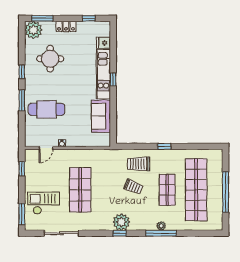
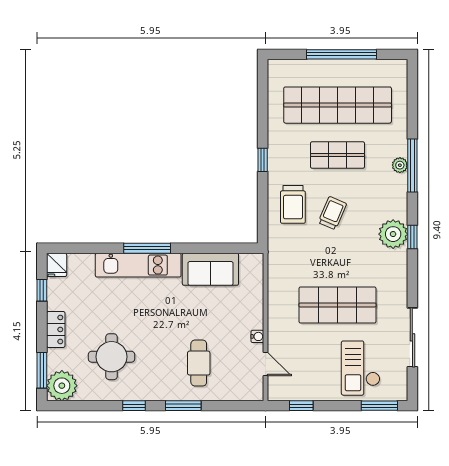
fridge: (103, 43) -> (57, 265), moved
window: (113, 79) -> (147, 248), width x2.17
cafe table: (47, 109) -> (199, 363), width x0.73, depth x0.74

